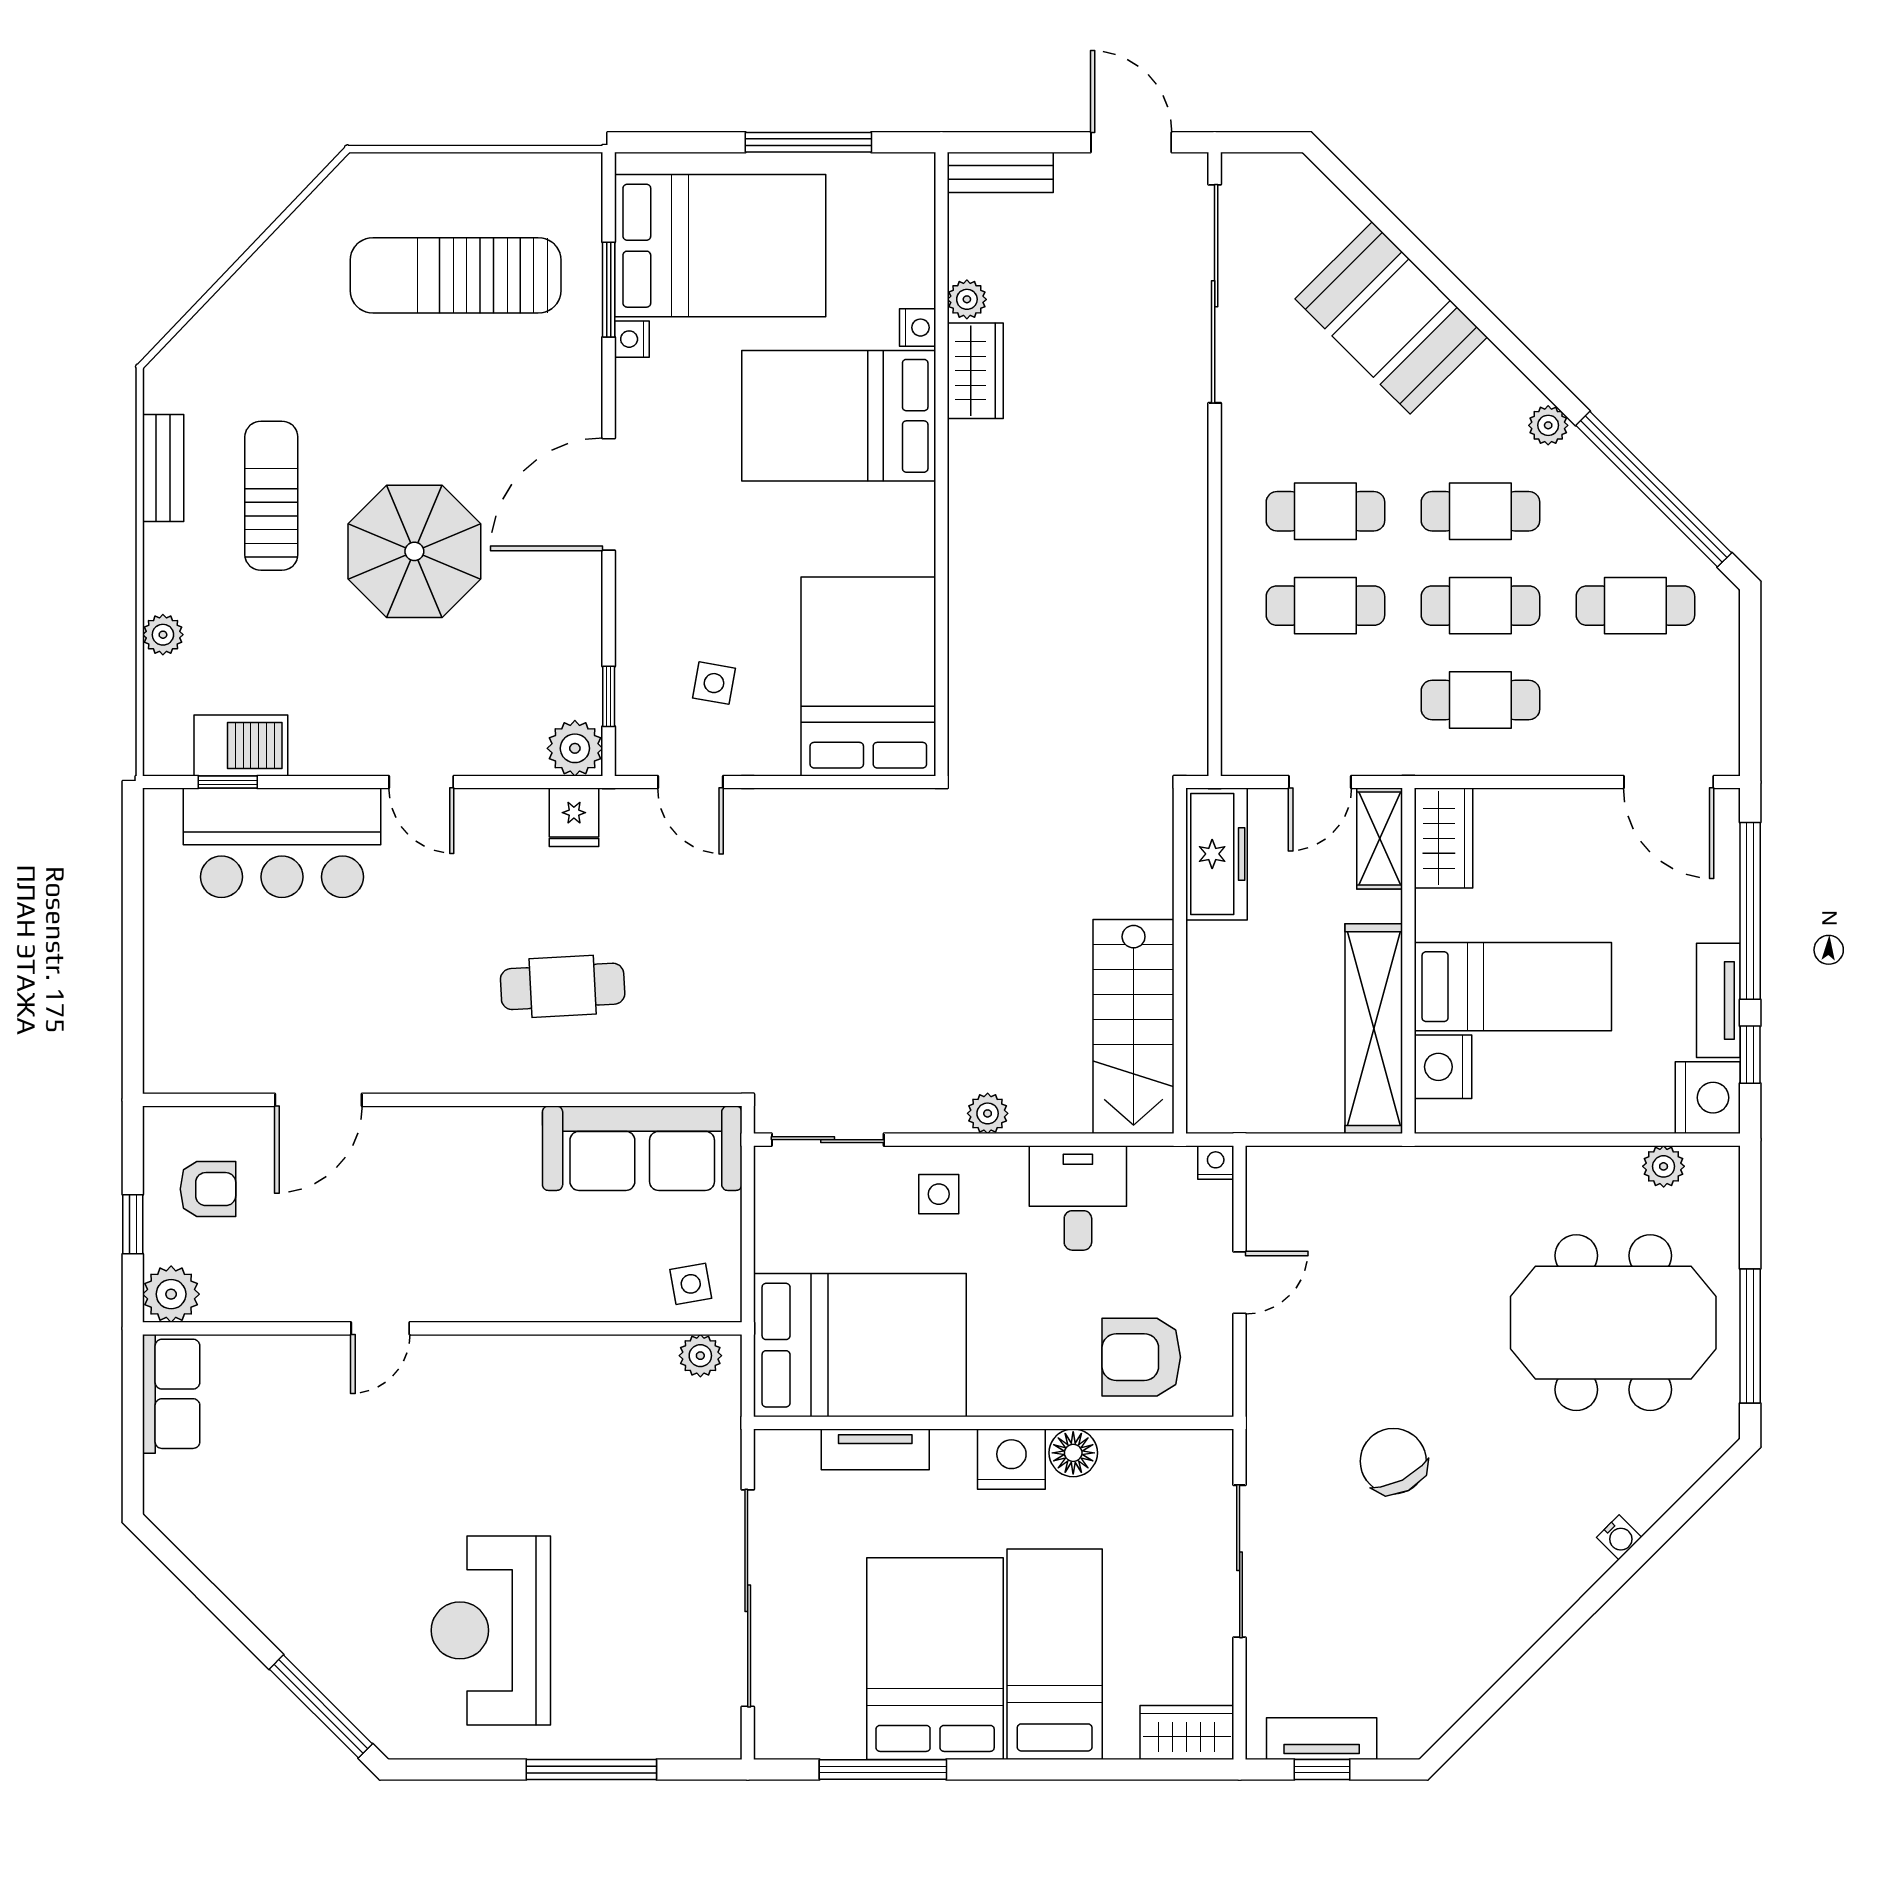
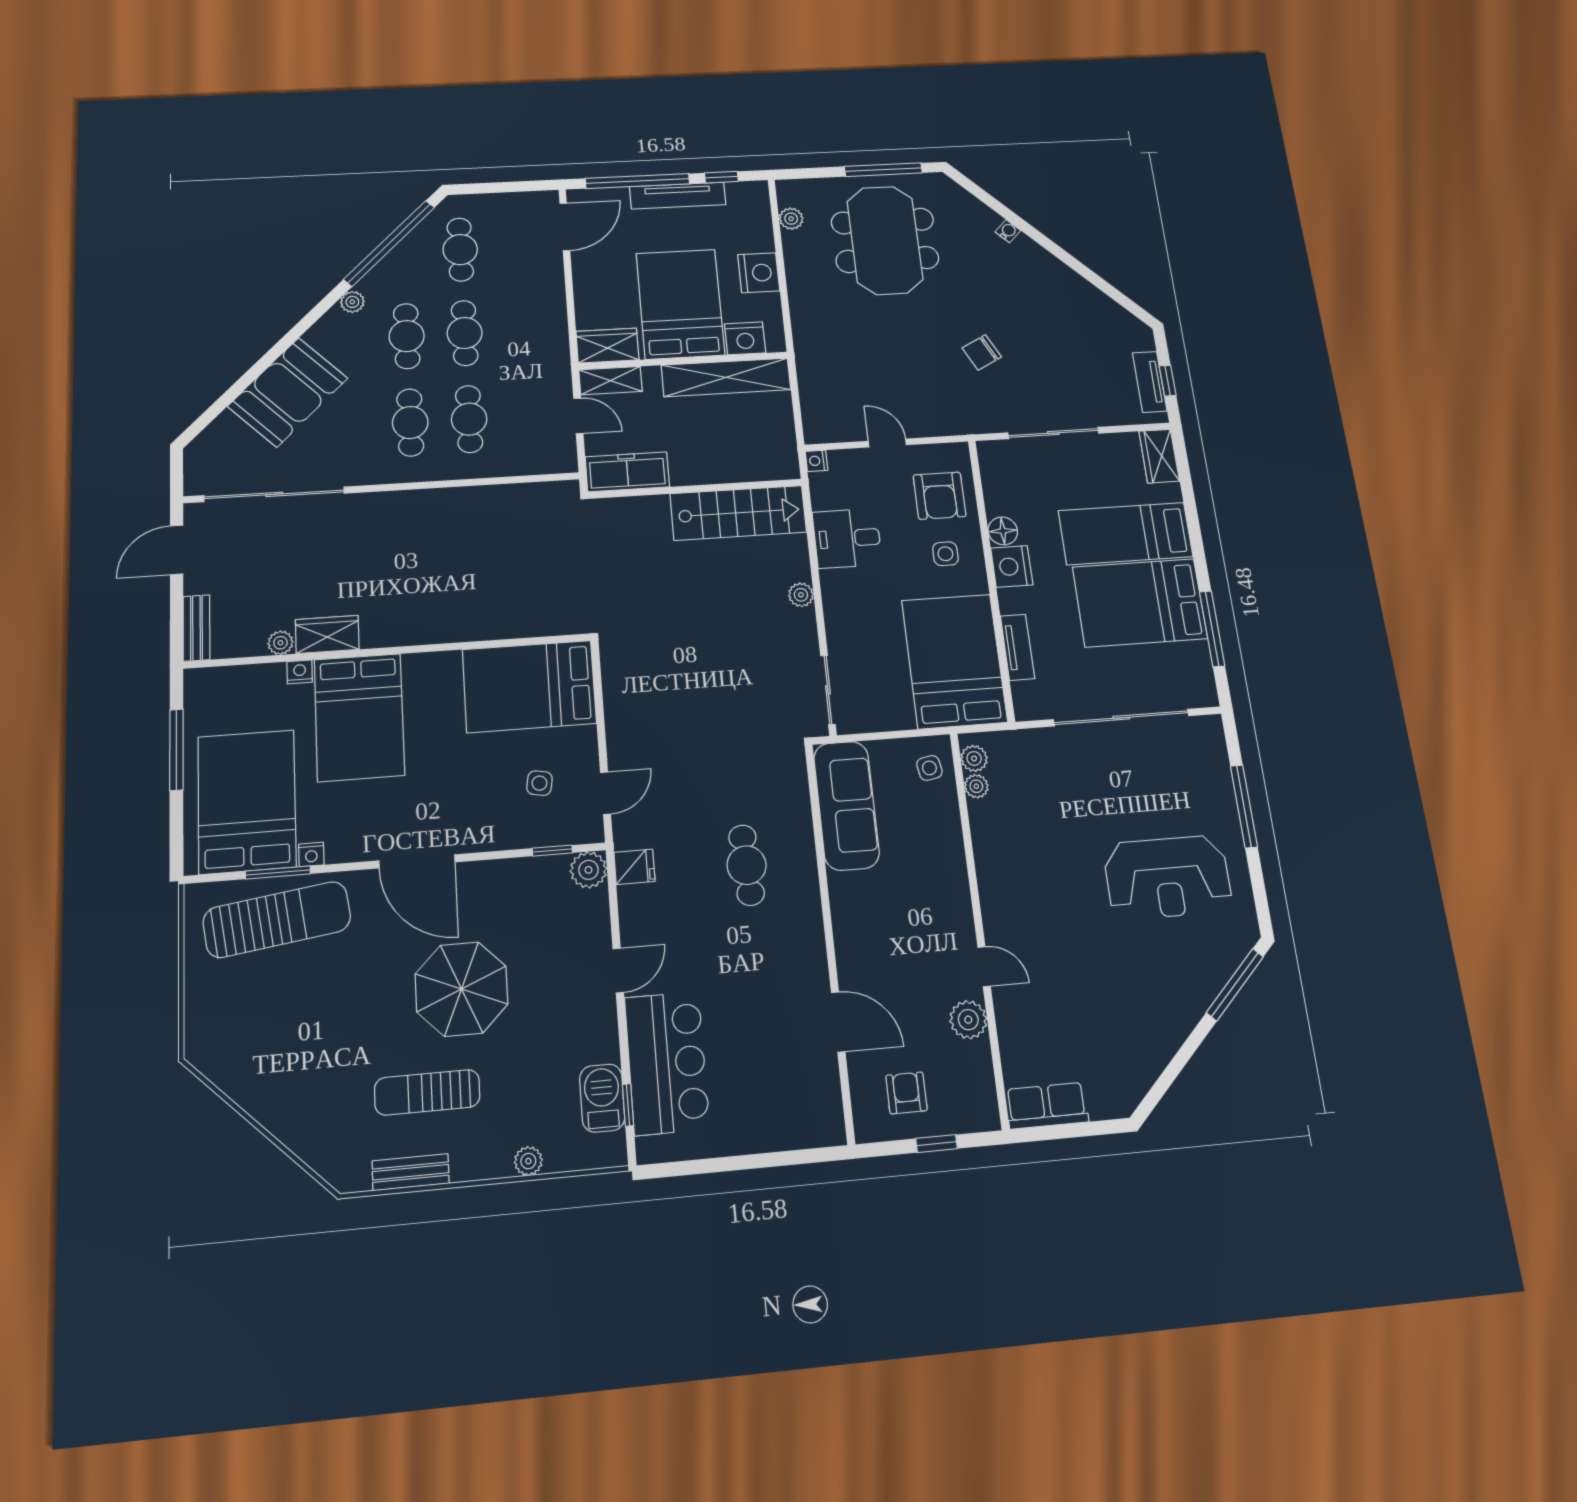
sun lounger: (456, 275) -> (277, 920), moved, turned -98
cafe table: (1480, 700) -> (522, 330), removed
bed: (1513, 987) -> (680, 304), width x1.50
tv unit: (1718, 1000) -> (678, 196), width x1.41
nightstand: (1708, 1098) -> (759, 273), moved, turned 90
side table: (939, 1194) -> (945, 554), moved
plant: (171, 1294) -> (968, 1020), moved
plant: (656, 1353) -> (976, 786), added
chair: (1393, 1461) -> (982, 352), width x0.73, depth x0.73

